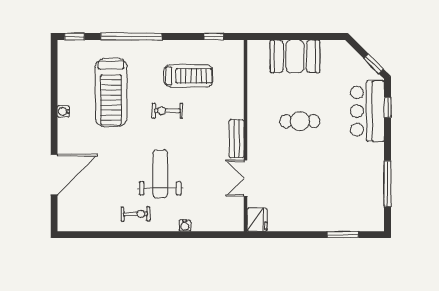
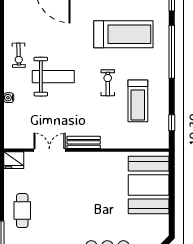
booth: (295, 56) -> (149, 185), width x1.36, depth x1.42
treadmill: (111, 92) -> (123, 34), turned 180
cafe table: (300, 121) -> (22, 211), moved

